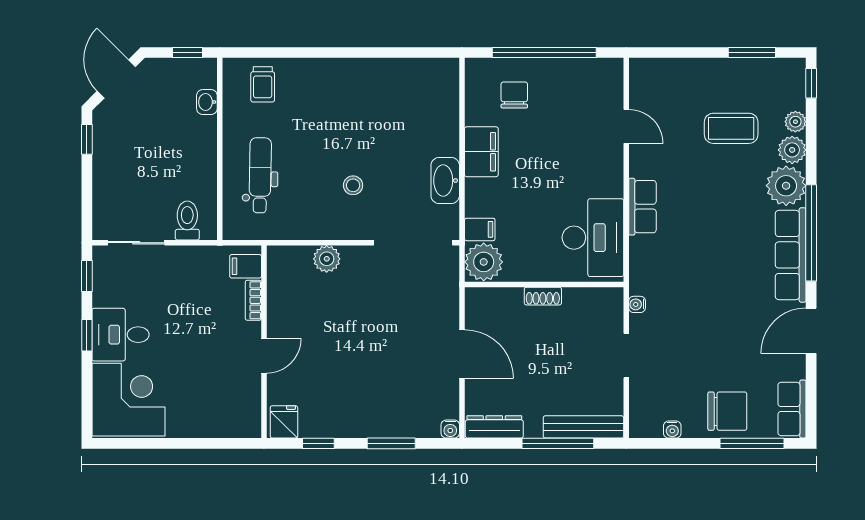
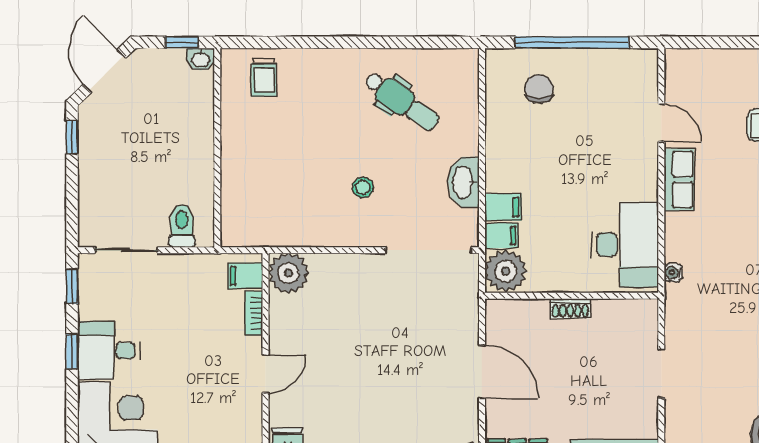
washbasin: (207, 102) -> (201, 59), moved, turned -90
filing cabinet: (481, 152) -> (503, 207), moved, width x0.50
dental chair: (260, 175) -> (402, 101), moved, turned 124
row of seats: (642, 207) -> (679, 180), moved
plant: (327, 259) -> (288, 273), moved, width x1.36, depth x1.36
water cooler: (637, 304) -> (673, 273), moved

